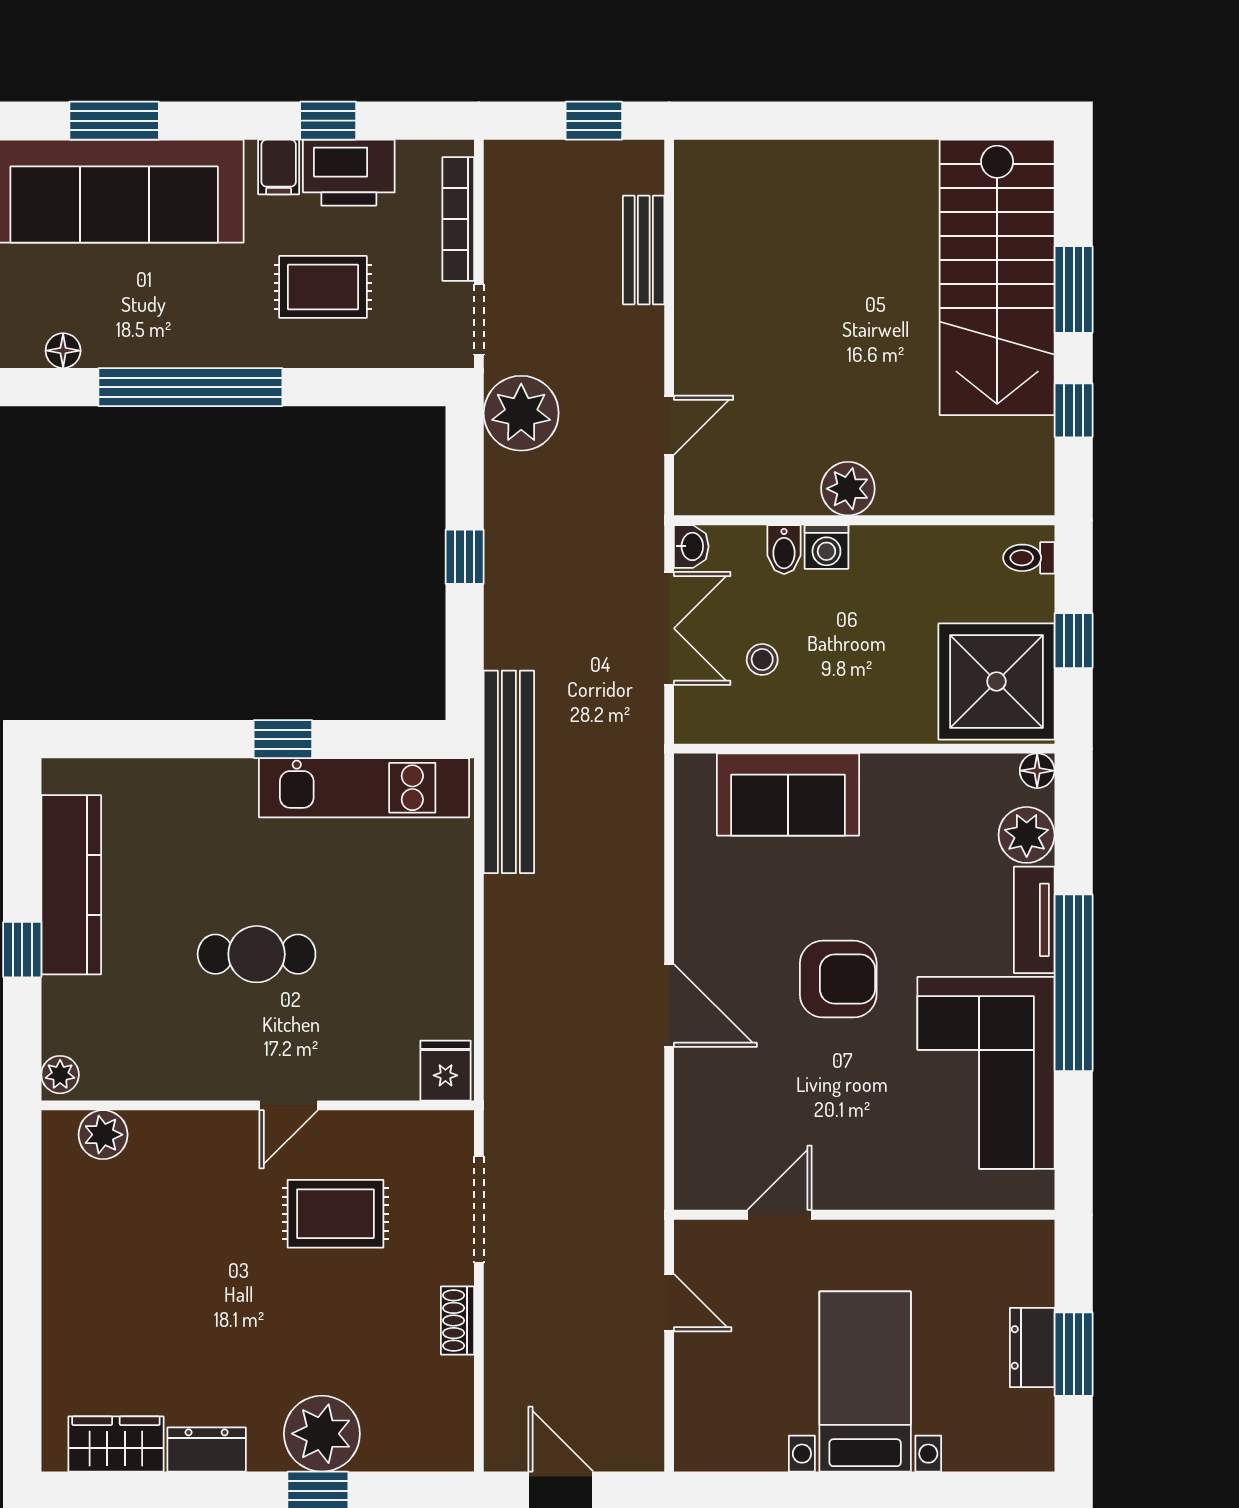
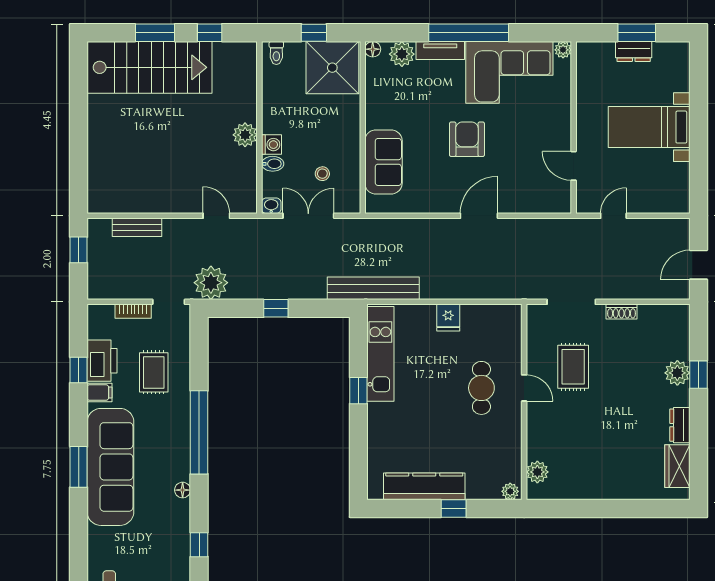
bookcase: (458, 219) -> (133, 311), width x0.64
cafe table: (257, 954) -> (481, 388), moved
fridge: (445, 1071) -> (448, 318), moved, turned -90
plant: (1036, 1191) -> (563, 50), added
plant: (322, 1434) -> (677, 373), width x0.73, depth x0.73

